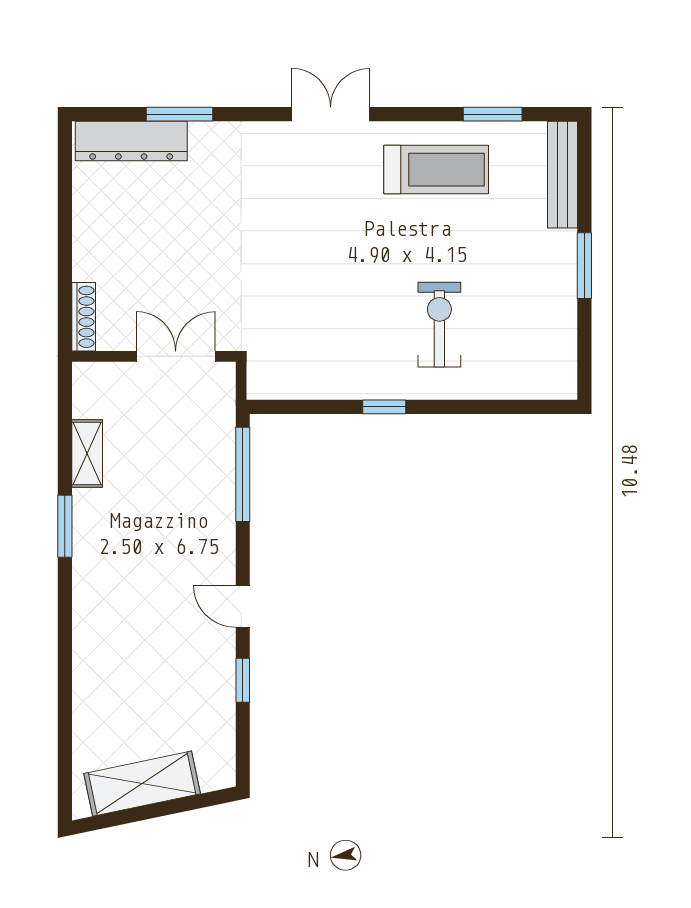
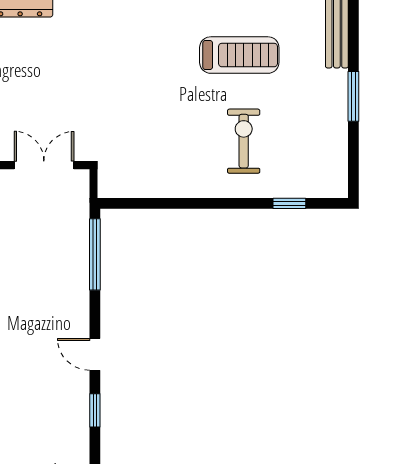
treadmill: (436, 170) -> (239, 55), moved
window: (384, 407) -> (289, 203), moved

